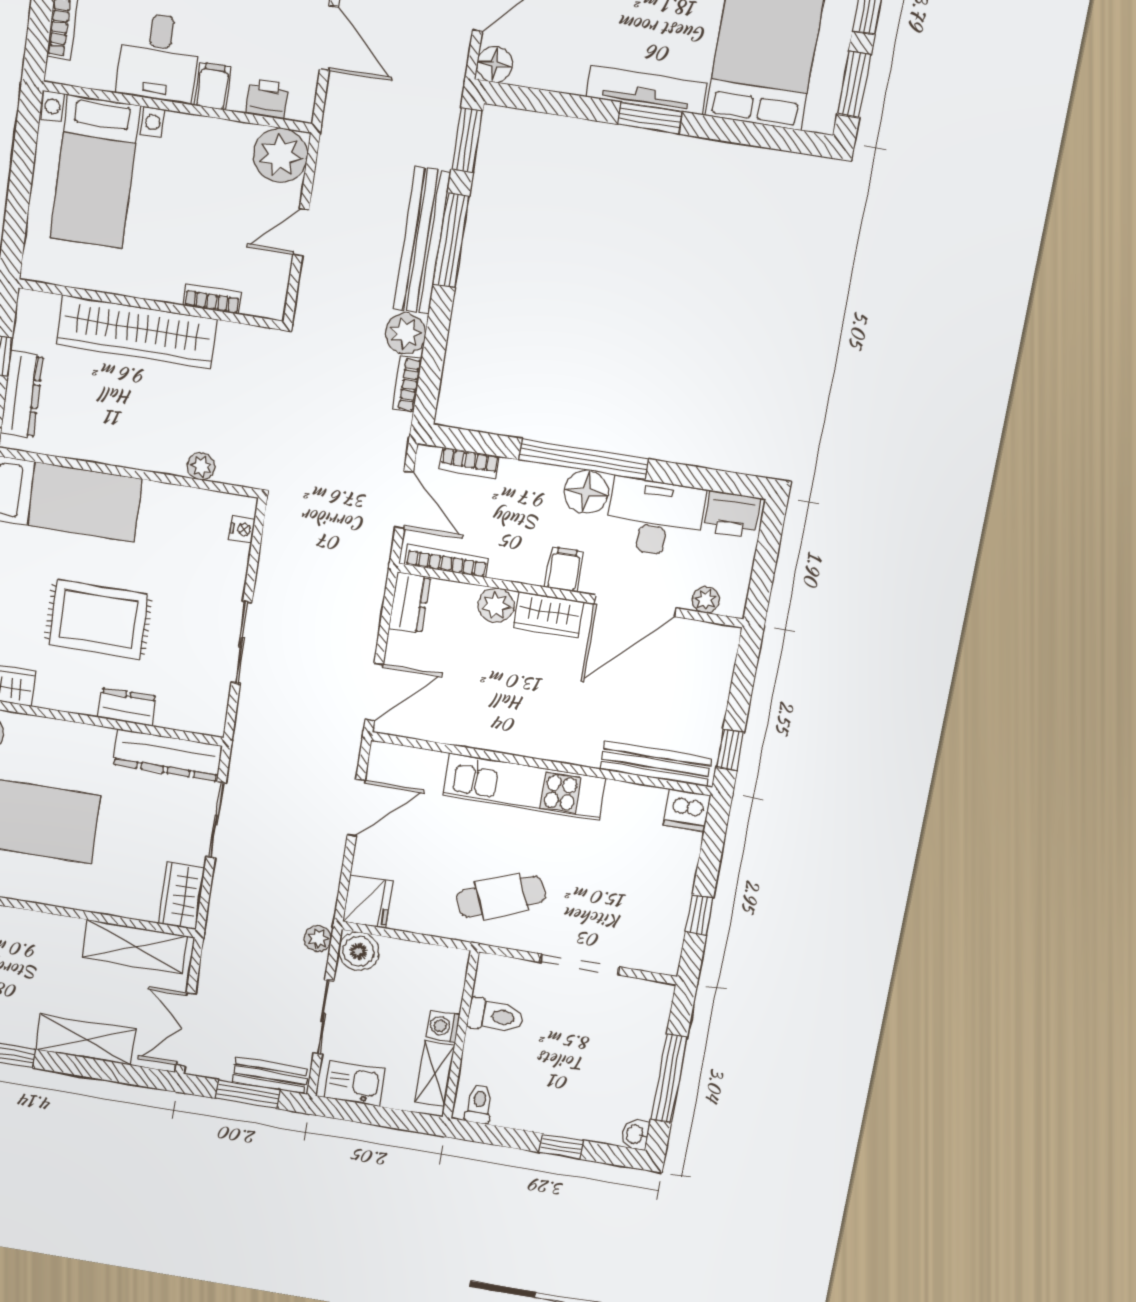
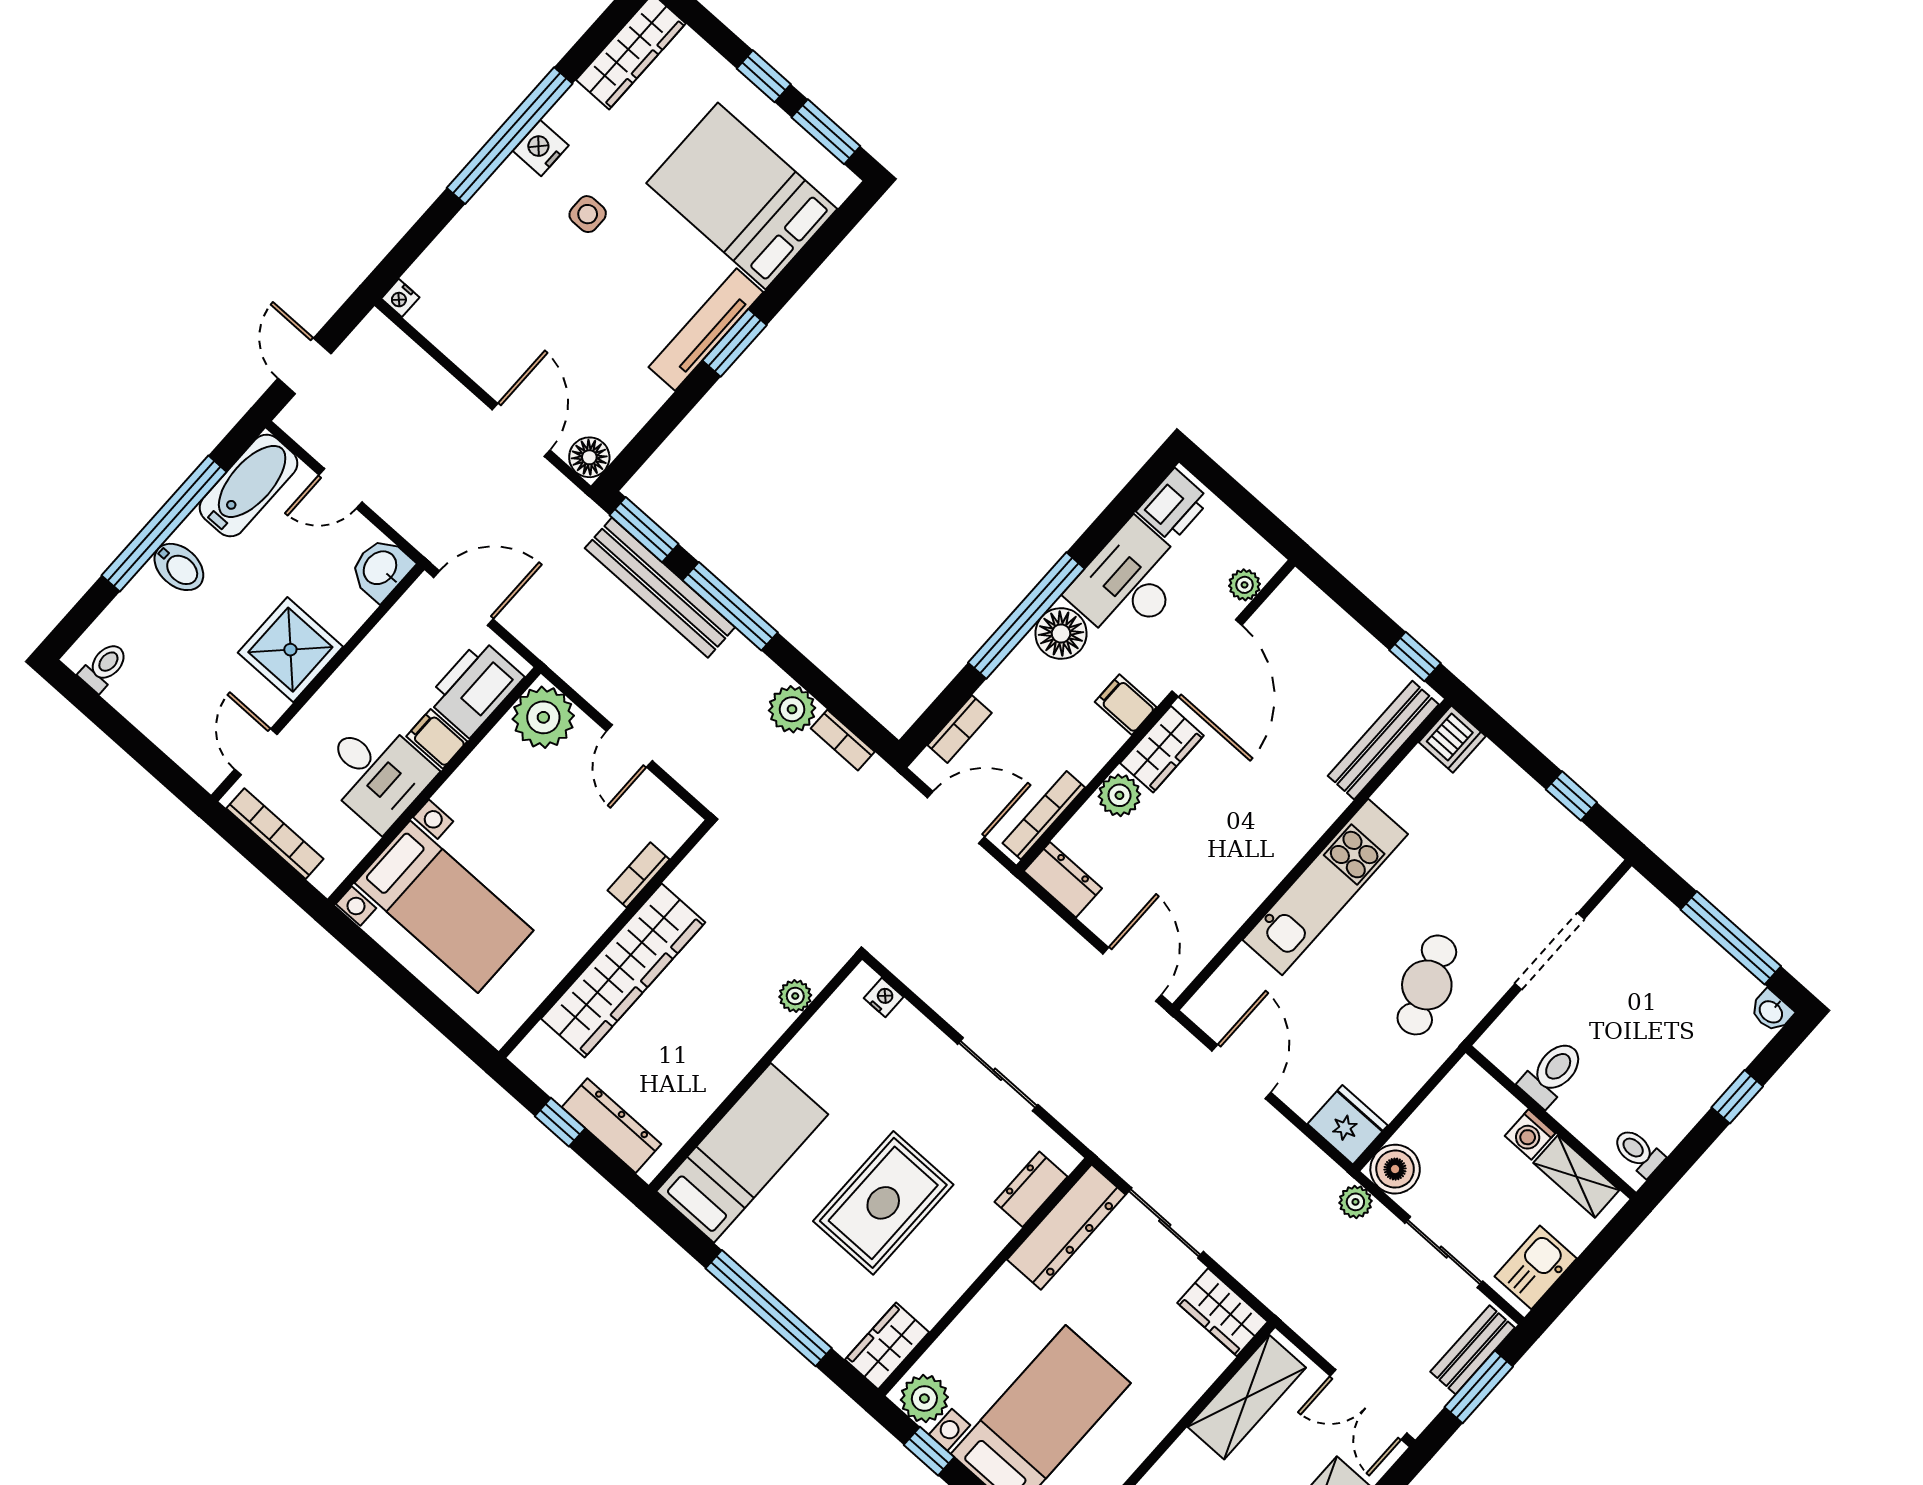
printer: (267, 99) -> (475, 688), width x1.87, depth x1.48
bench: (422, 241) -> (660, 588), moved
dresser: (127, 707) -> (1031, 1189), moved

